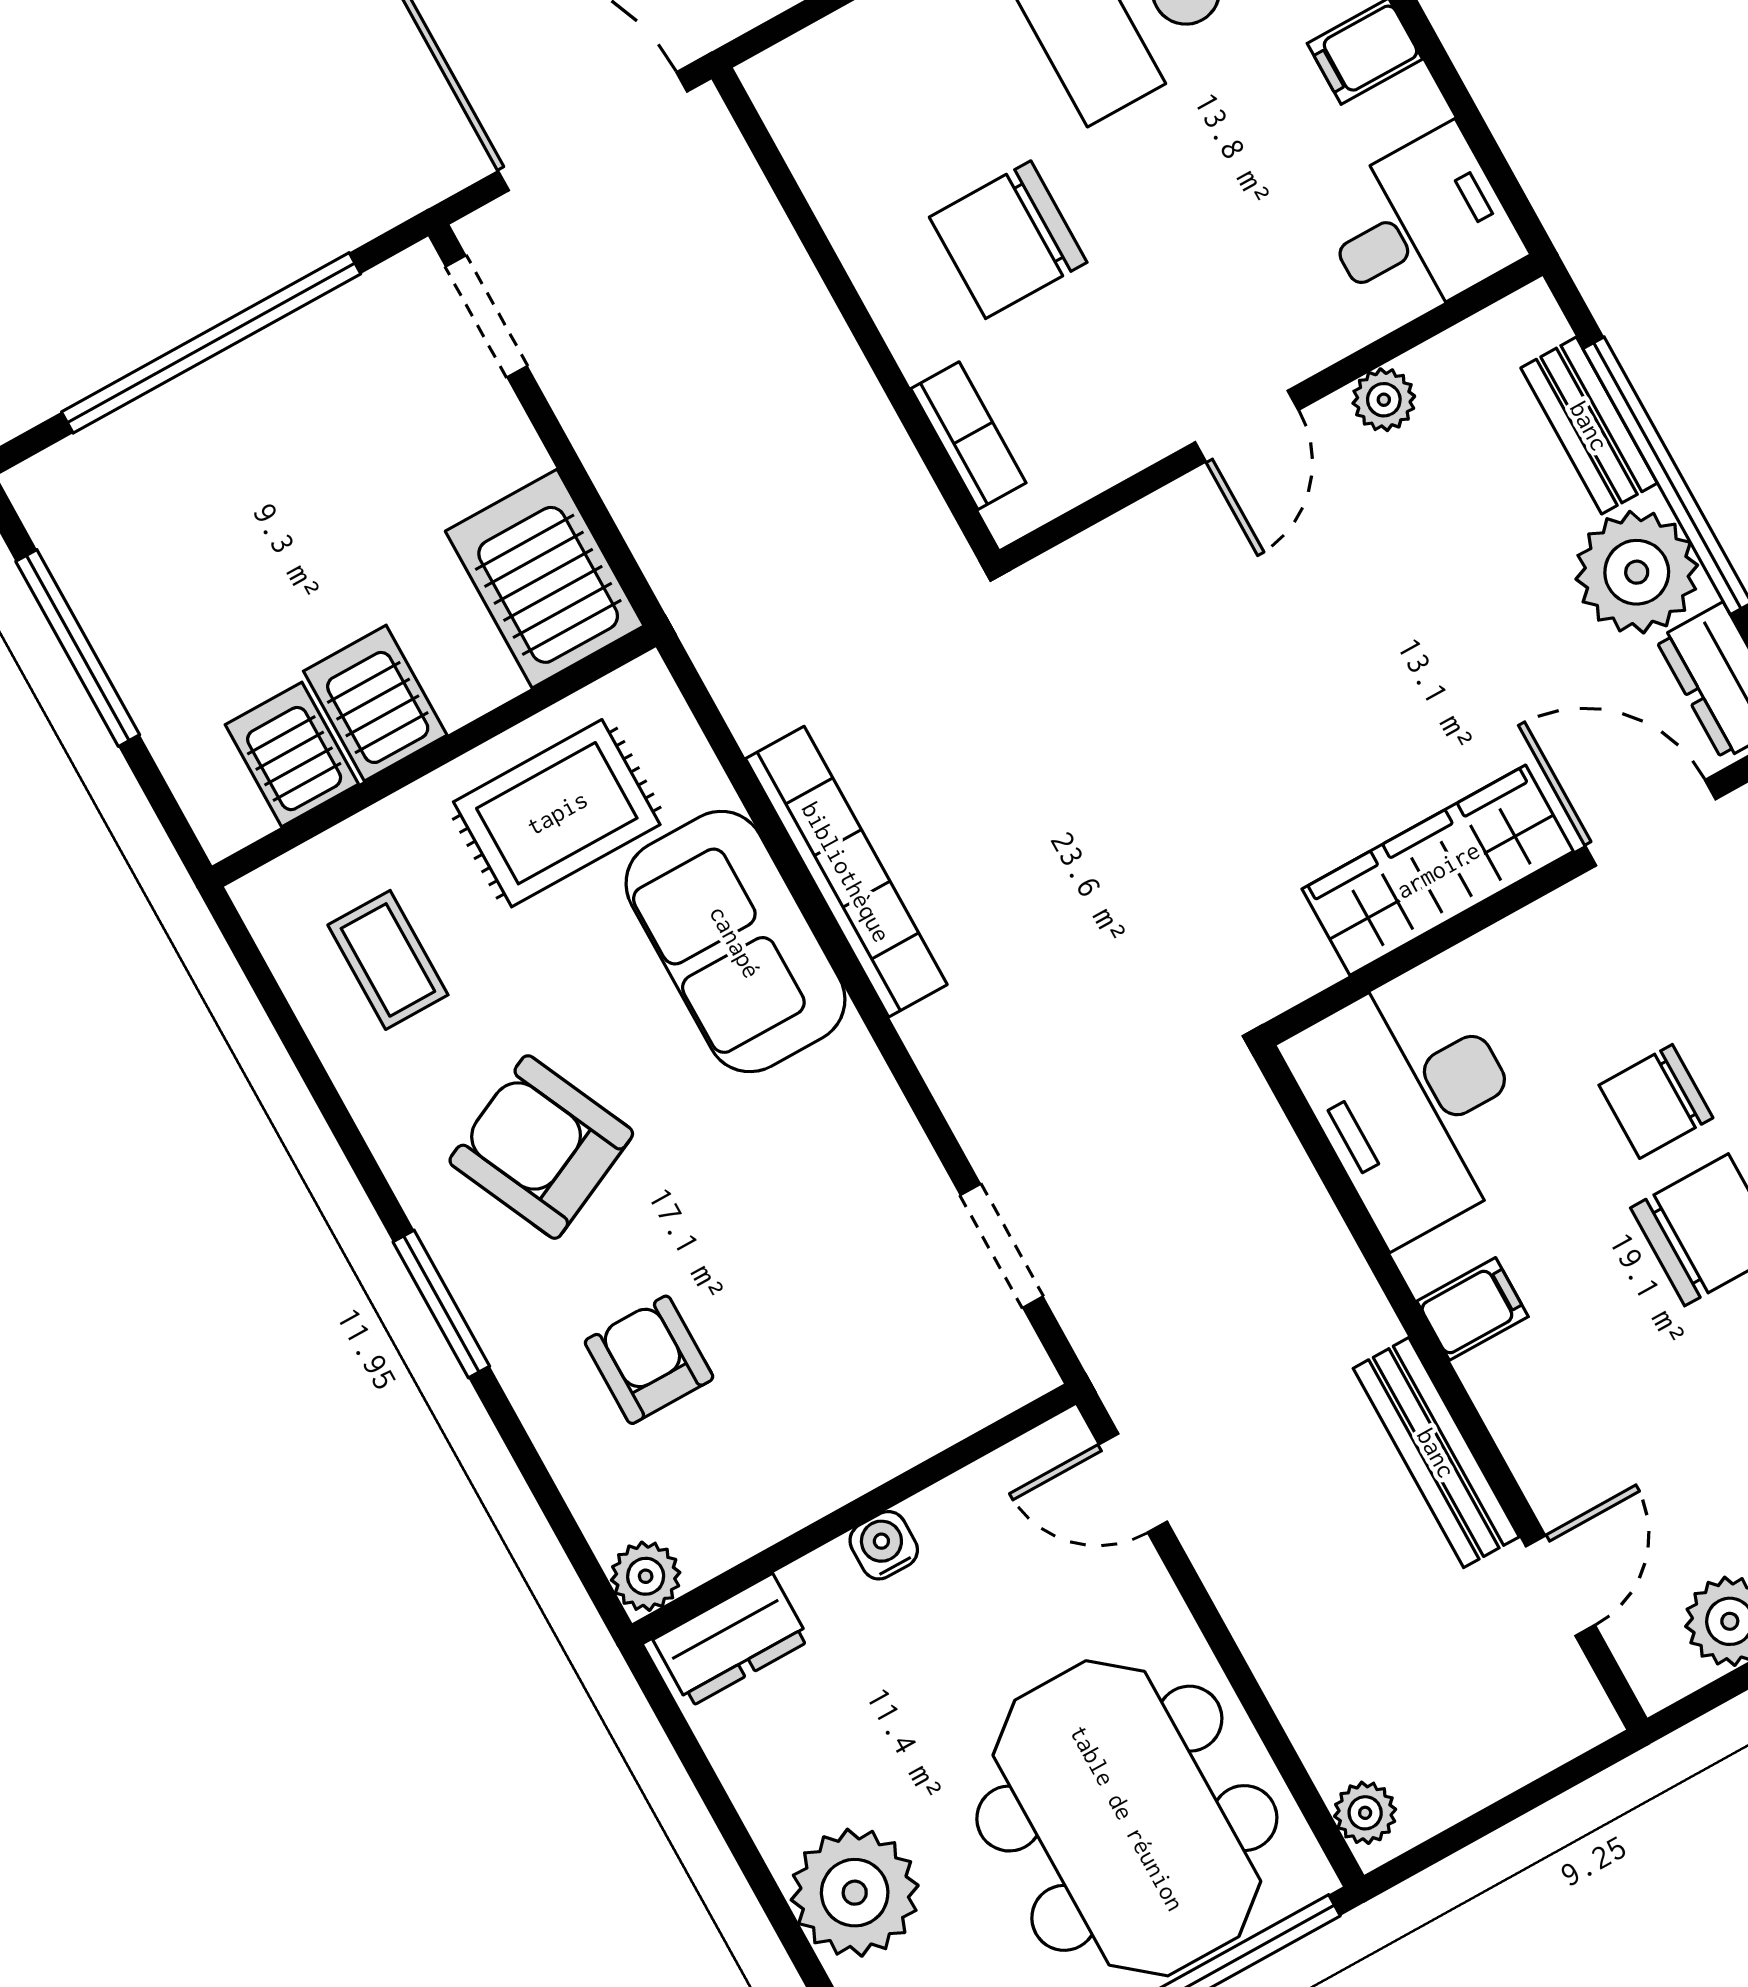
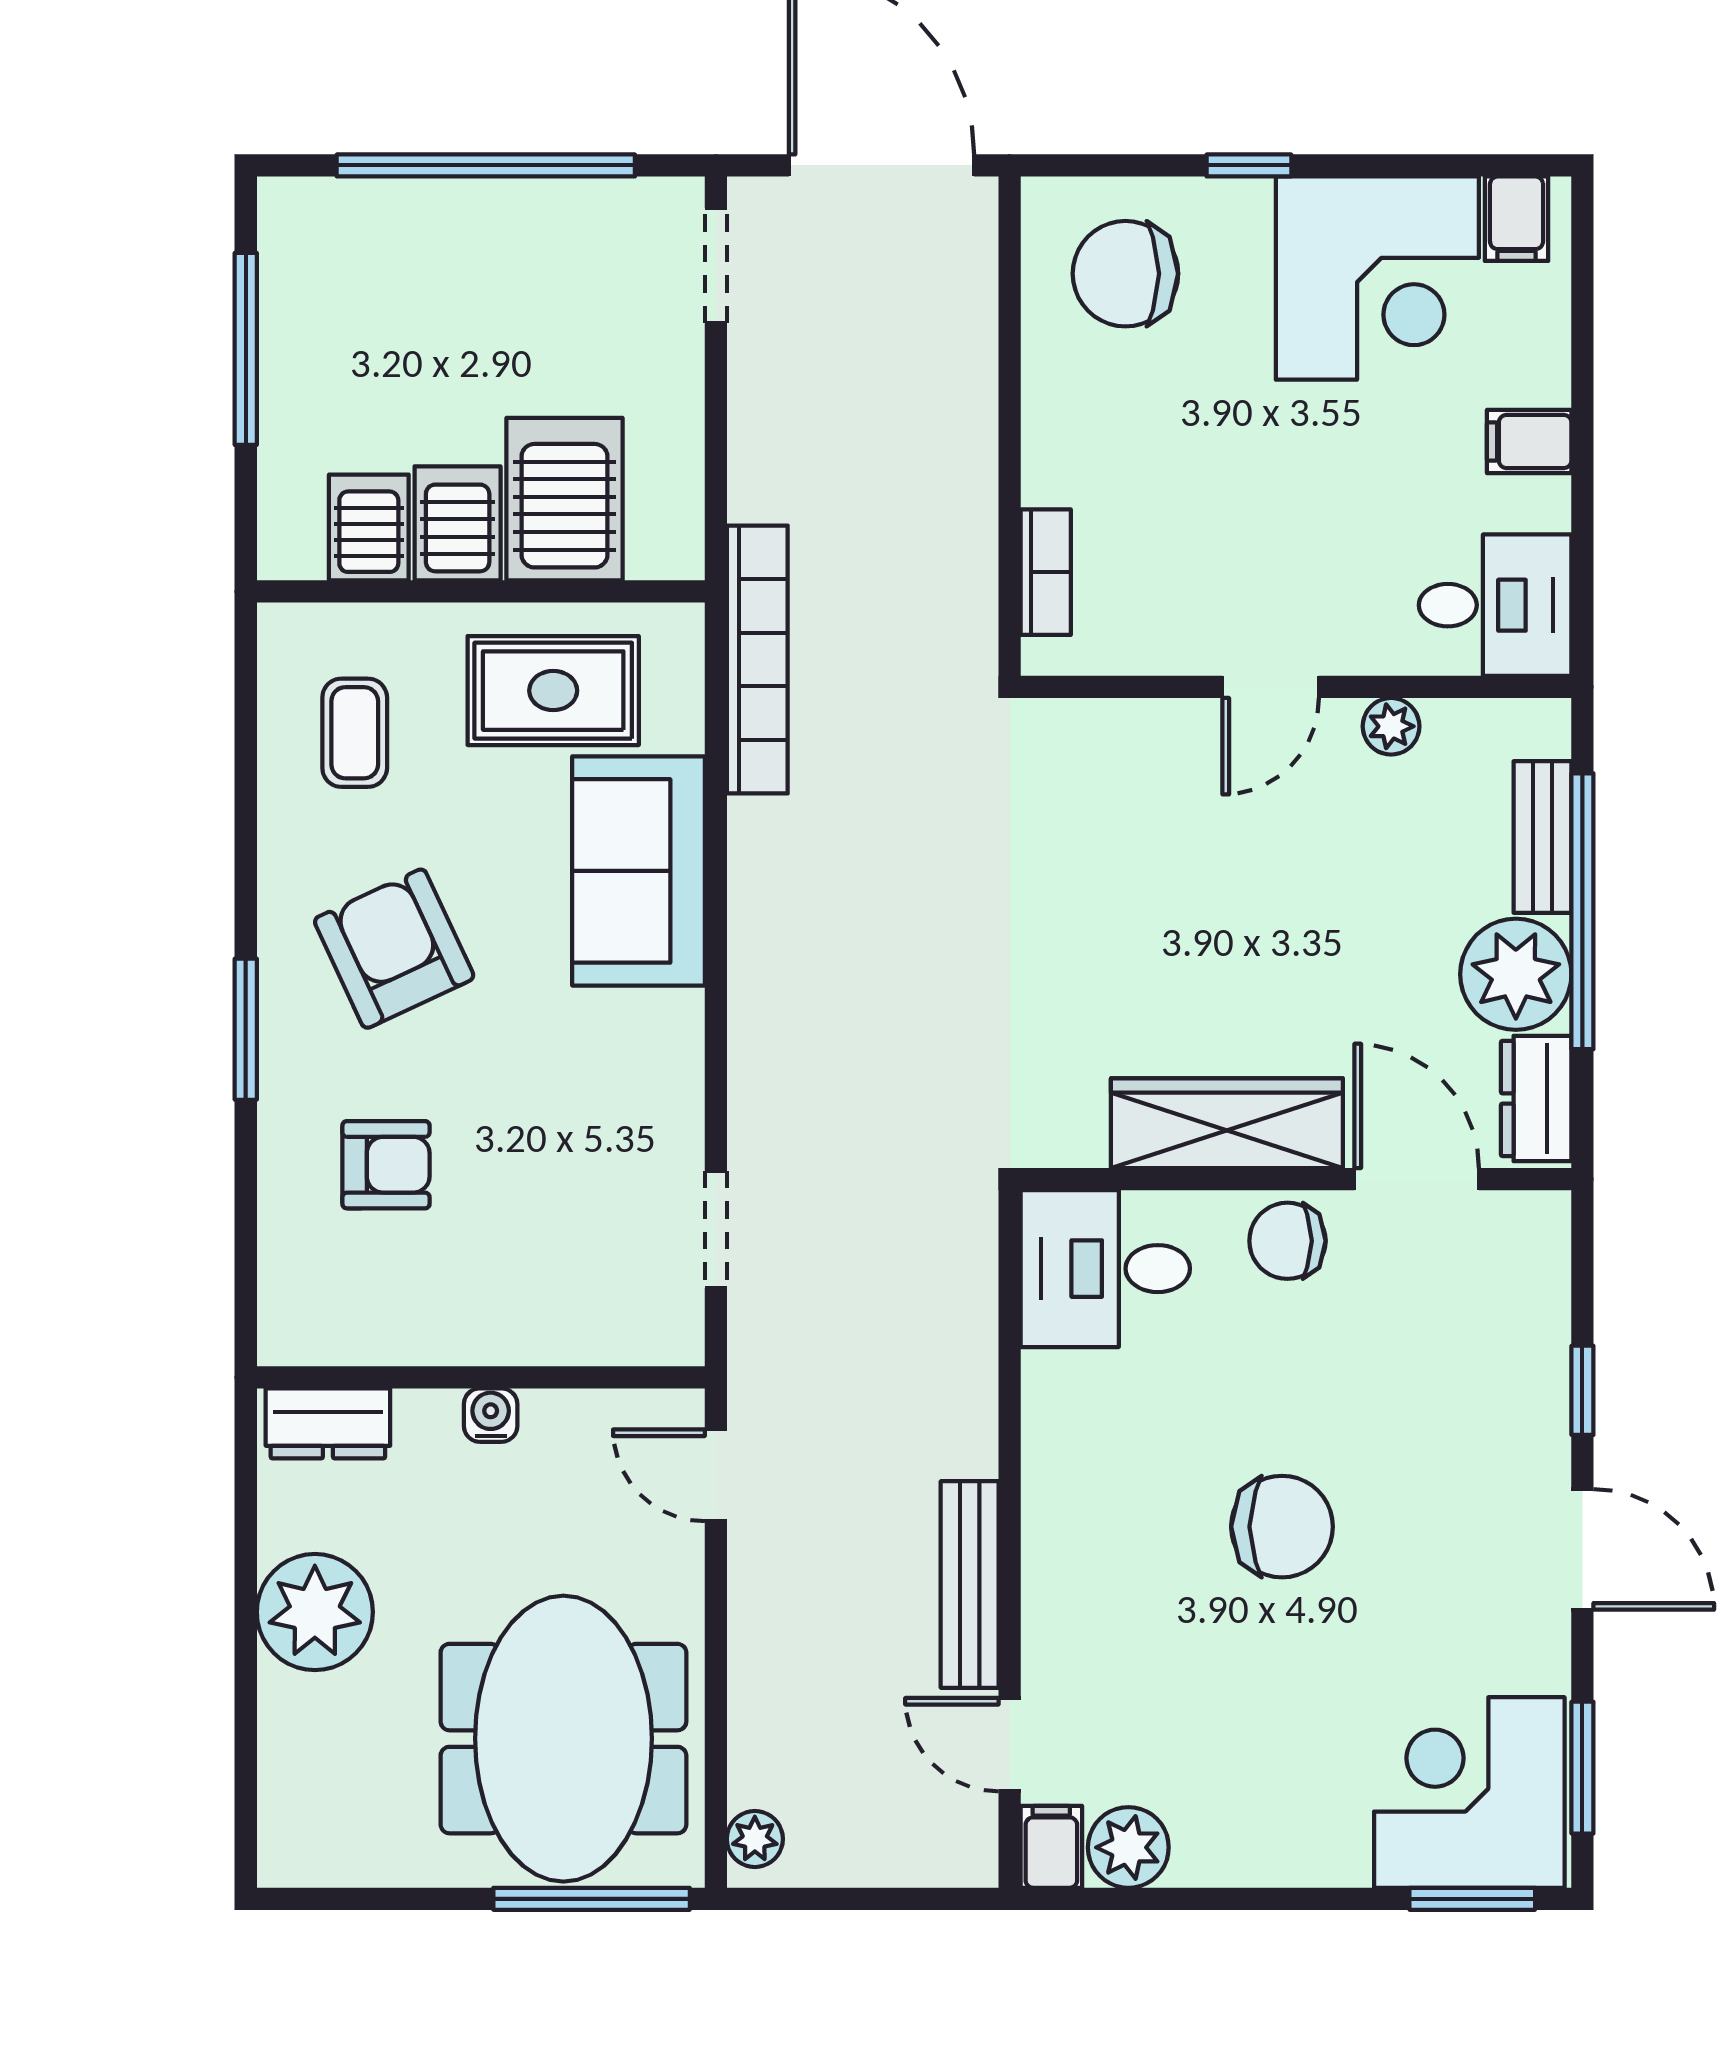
chair: (1008, 240) -> (1125, 274), moved
server rack: (545, 579) -> (564, 499), moved
bookcase: (846, 872) -> (757, 660), moved
chair: (1656, 1101) -> (1287, 1241), moved
desk: (1414, 1104) -> (1105, 1269), width x0.73
filing cabinet: (1472, 1309) -> (1051, 1847), moved, turned -90
armchair: (649, 1360) -> (386, 1165), turned 90
plant: (646, 1576) -> (288, 1335), removed
door: (1560, 1586) -> (1010, 1745), swing flipped
plant: (855, 1893) -> (315, 1612), moved

